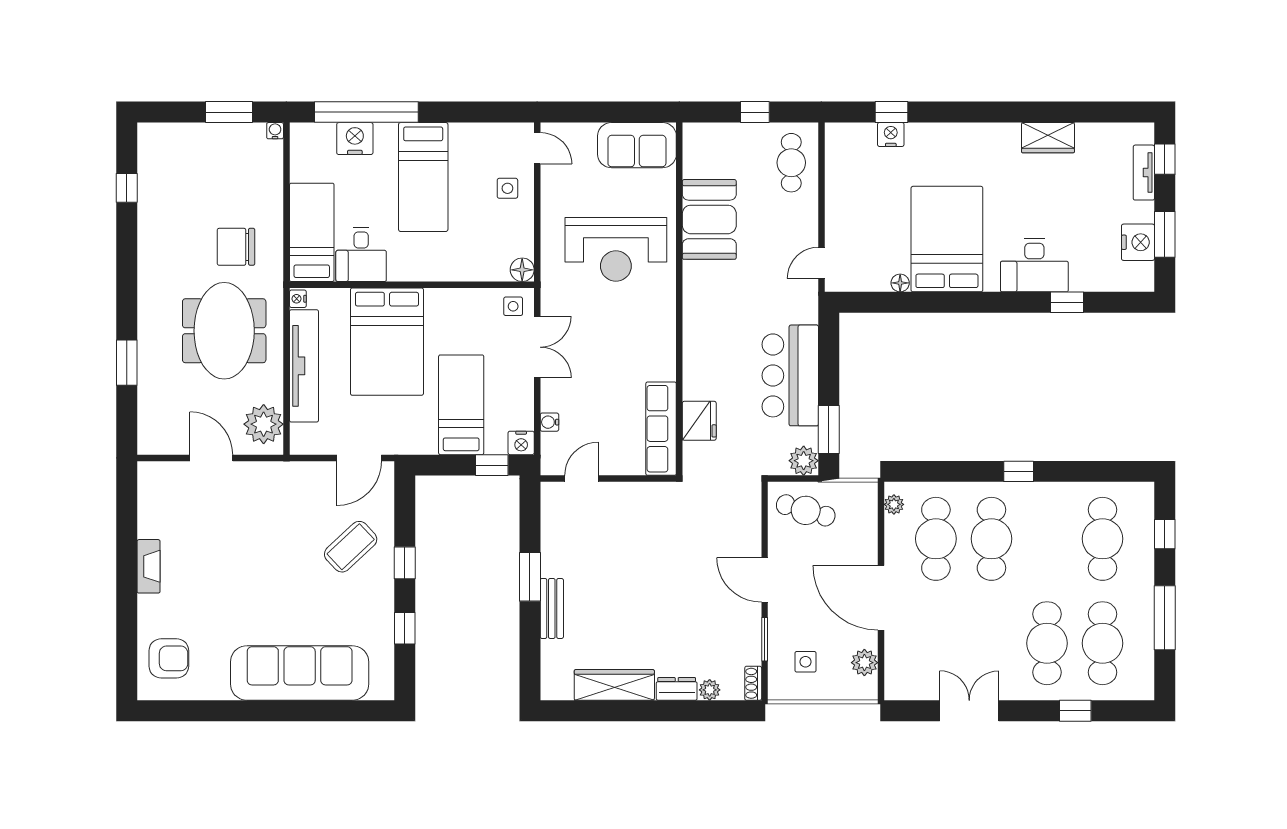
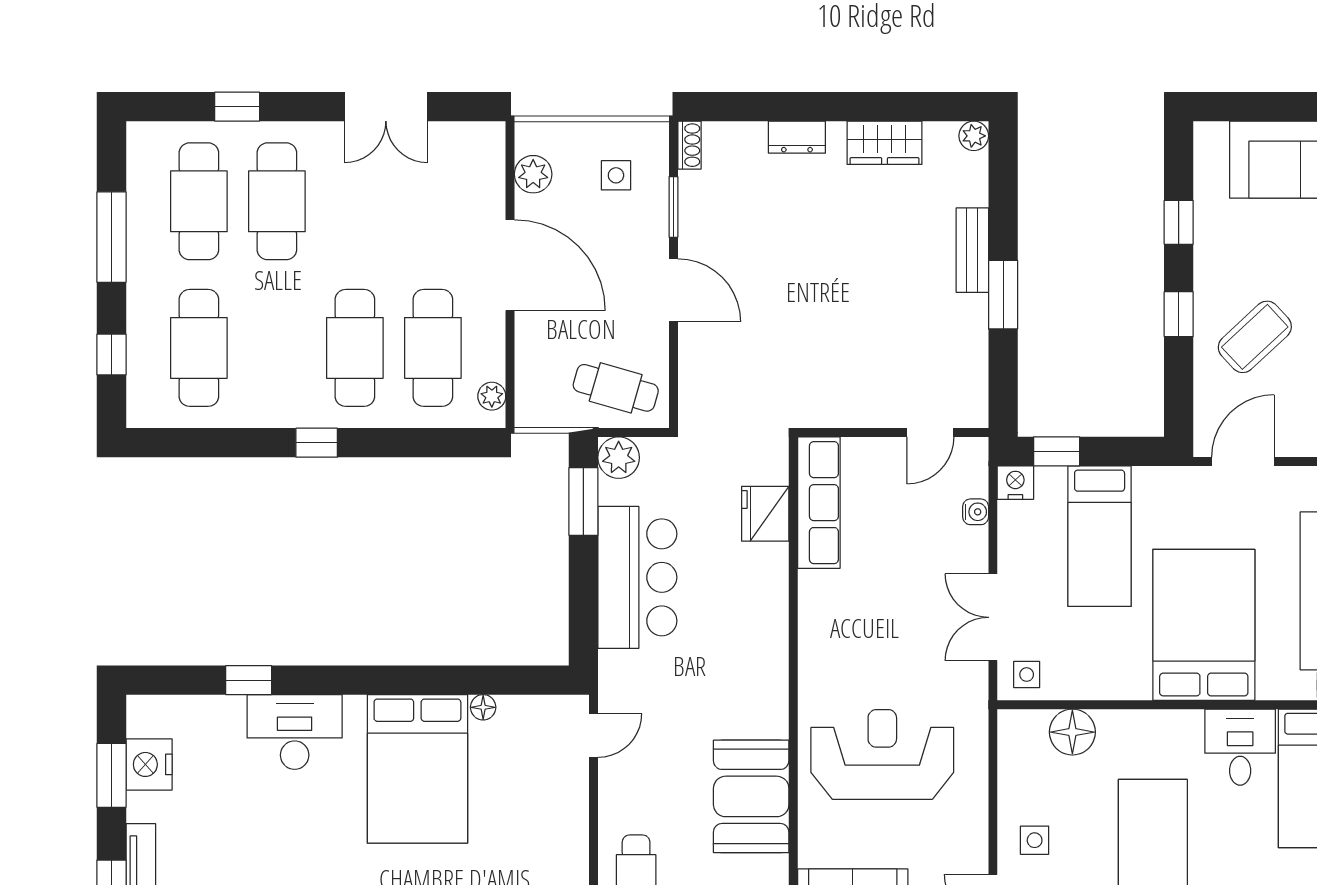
floor lamp: (522, 270) -> (1072, 732), moved, width x1.38, depth x1.38
wardrobe: (614, 685) -> (885, 143), width x0.67
plant: (710, 690) -> (974, 136), moved

